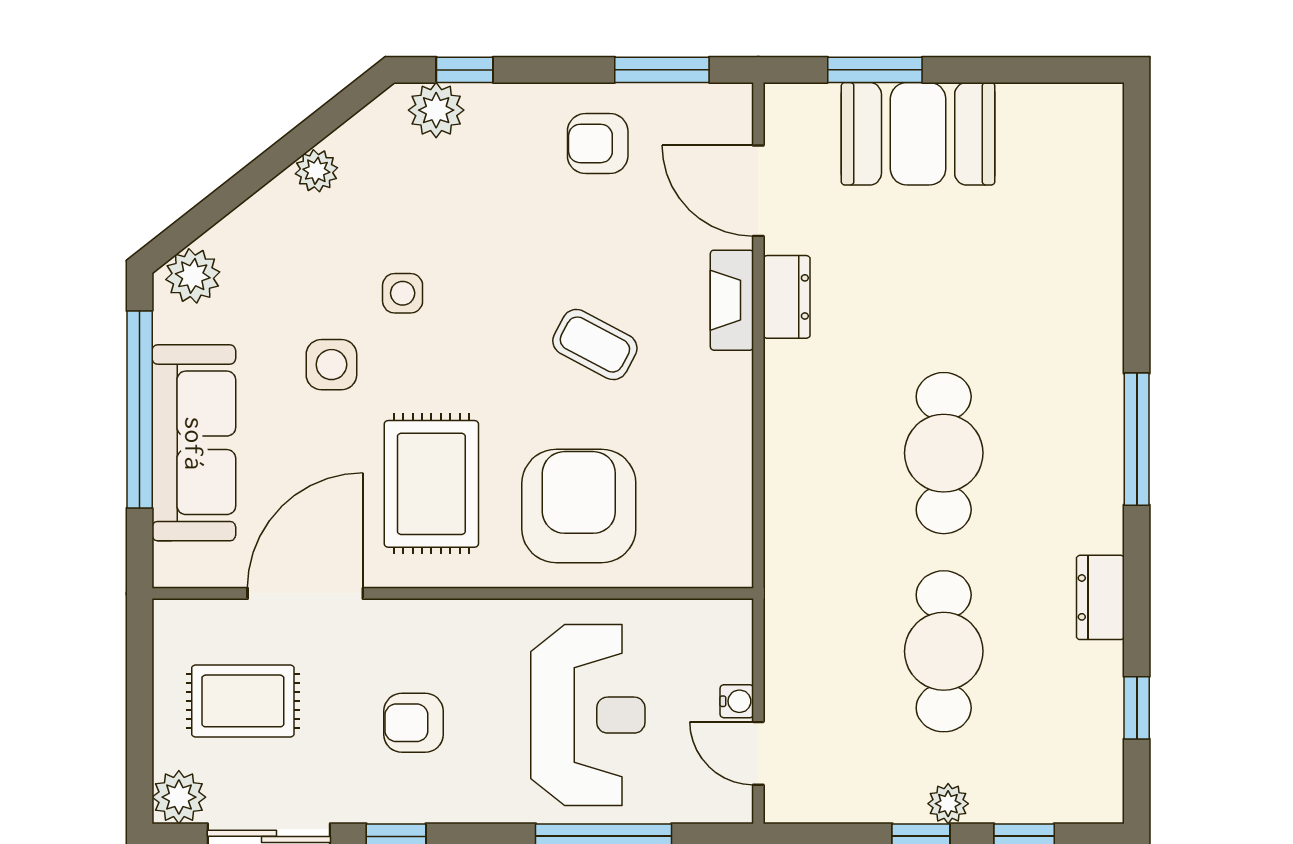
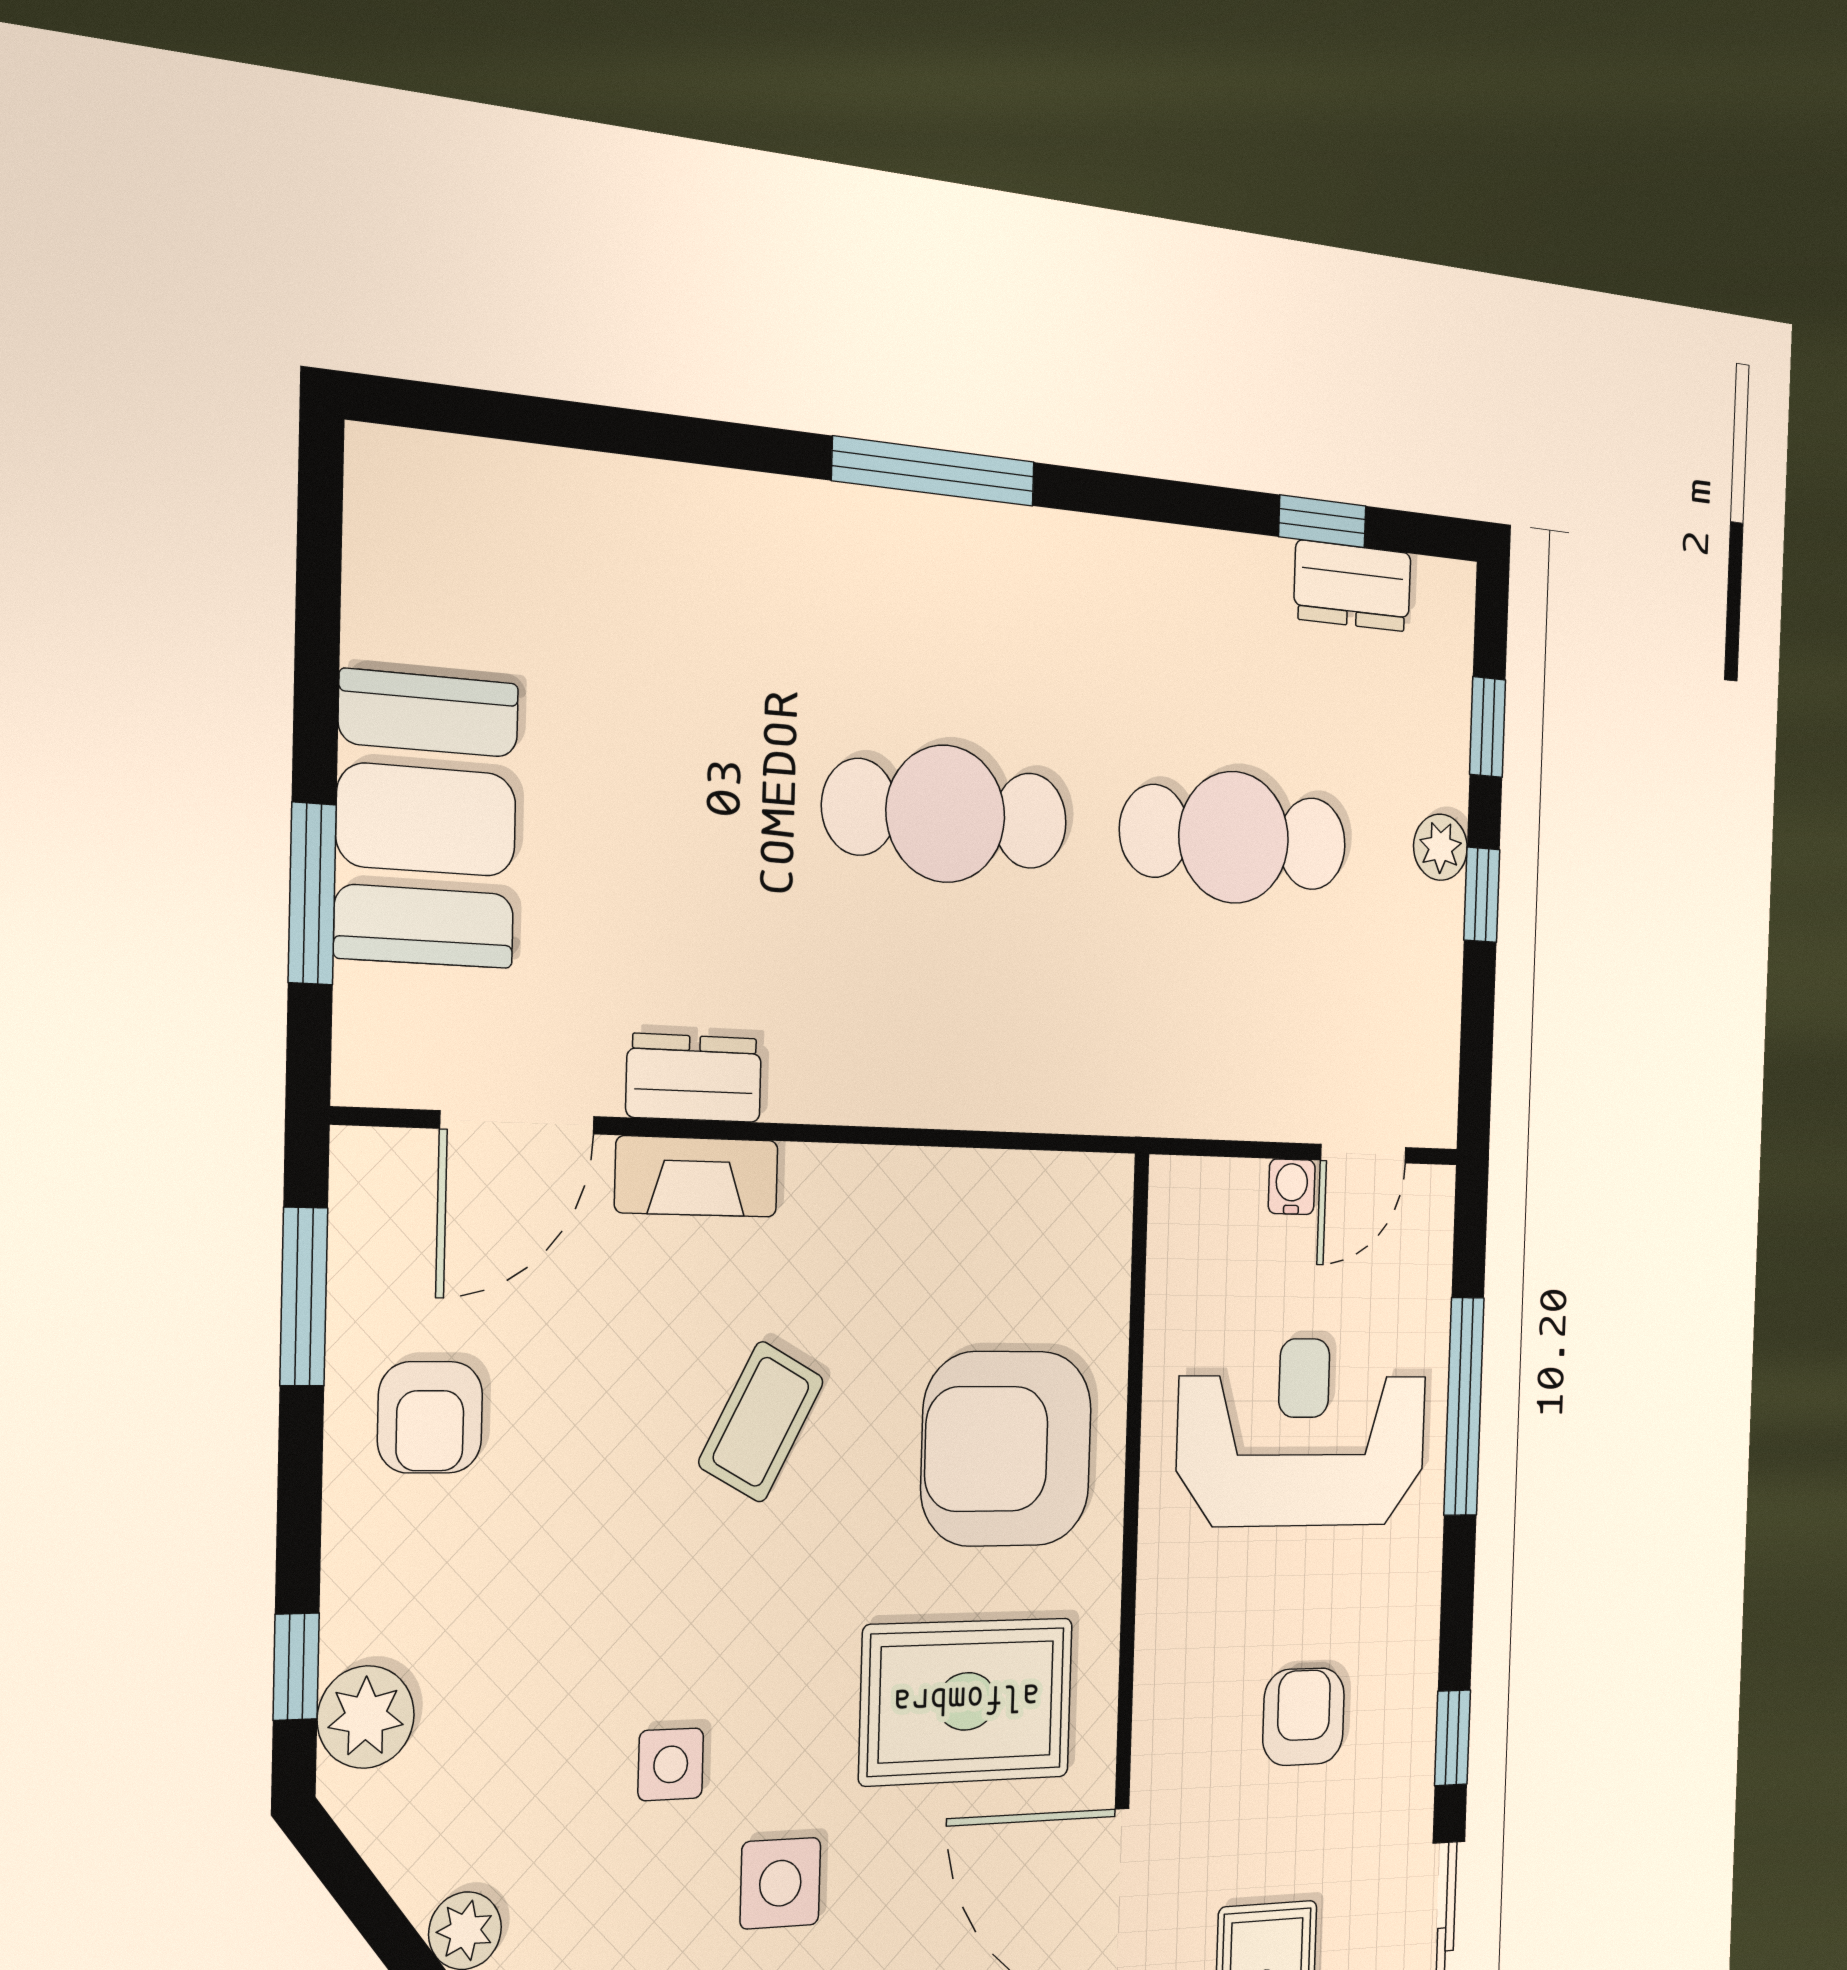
dresser: (1100, 597) -> (1352, 586), moved
armchair: (413, 723) -> (1304, 1717), turned 180

